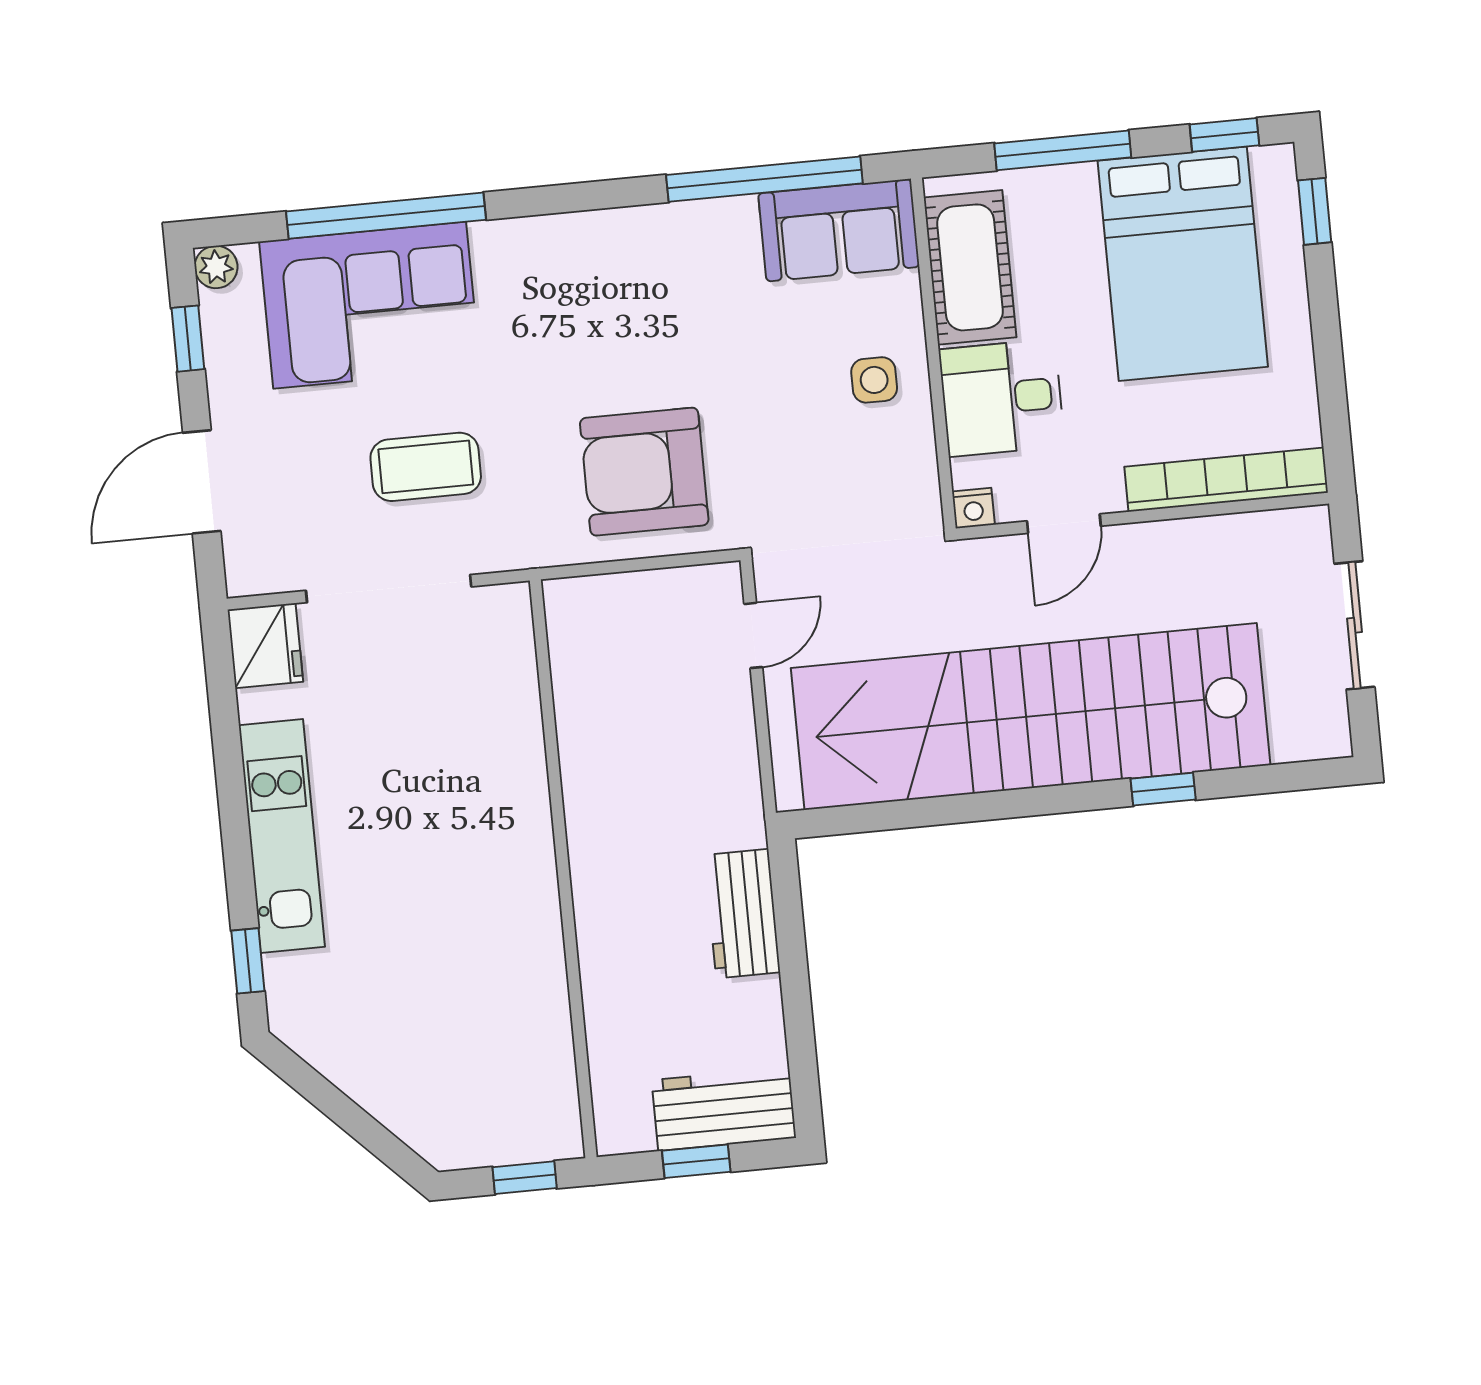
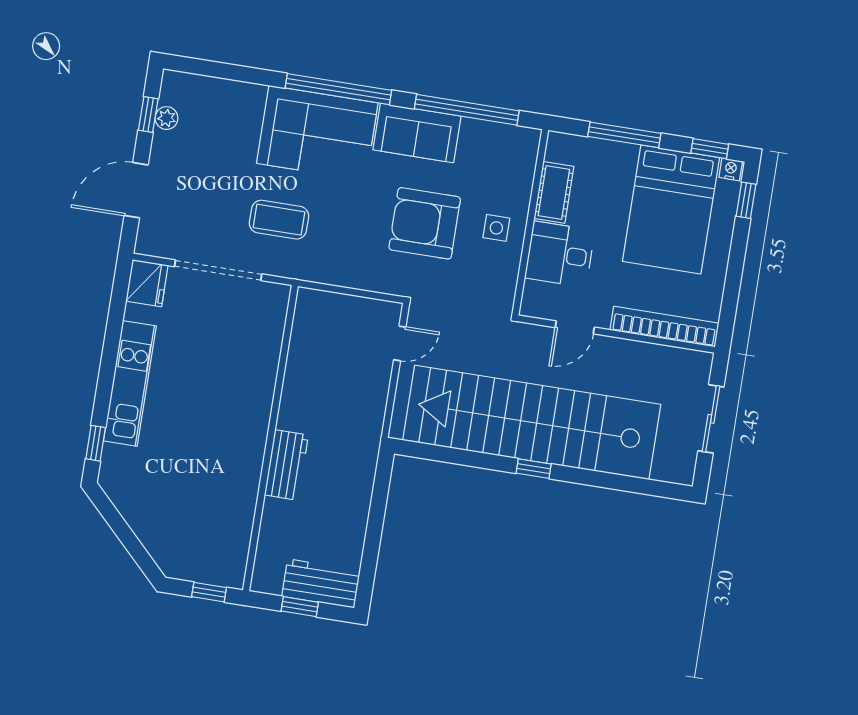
window: (386, 216) -> (338, 89), moved
sofa: (839, 230) -> (417, 133), moved
plant: (216, 267) -> (166, 118), moved
cot: (970, 267) -> (554, 192), width x0.73, depth x0.75
corner sofa: (370, 305) -> (317, 133), moved
coffee table: (426, 467) -> (279, 220), moved
armchair: (644, 472) -> (425, 223), moved
nightstand: (973, 508) -> (731, 169), moved, turned 180
window: (1163, 789) -> (534, 469), moved
workbench: (742, 914) -> (286, 465), moved, turned 180

